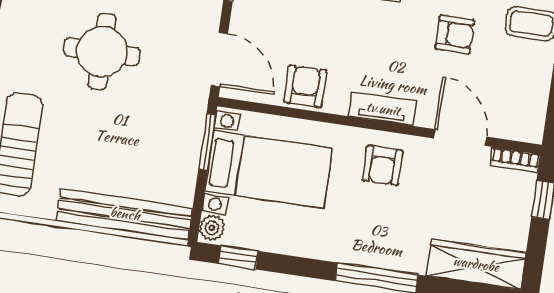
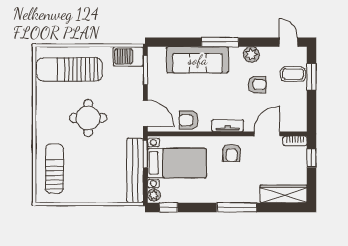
armchair: (305, 86) -> (189, 120), turned -90
door: (460, 137) -> (267, 134), hinge flipped
bench: (125, 214) -> (135, 171), moved, turned 90

